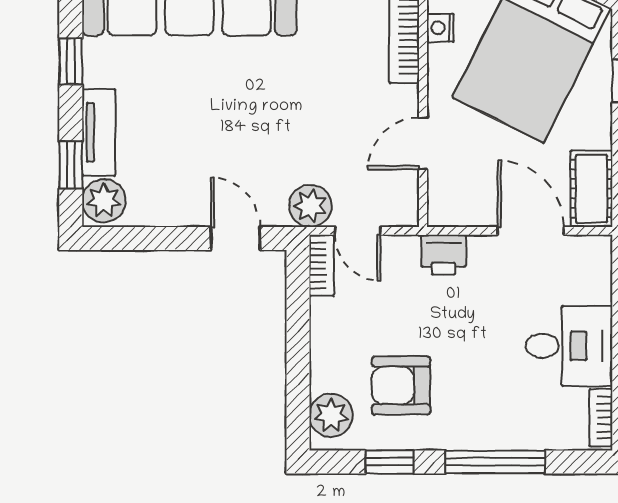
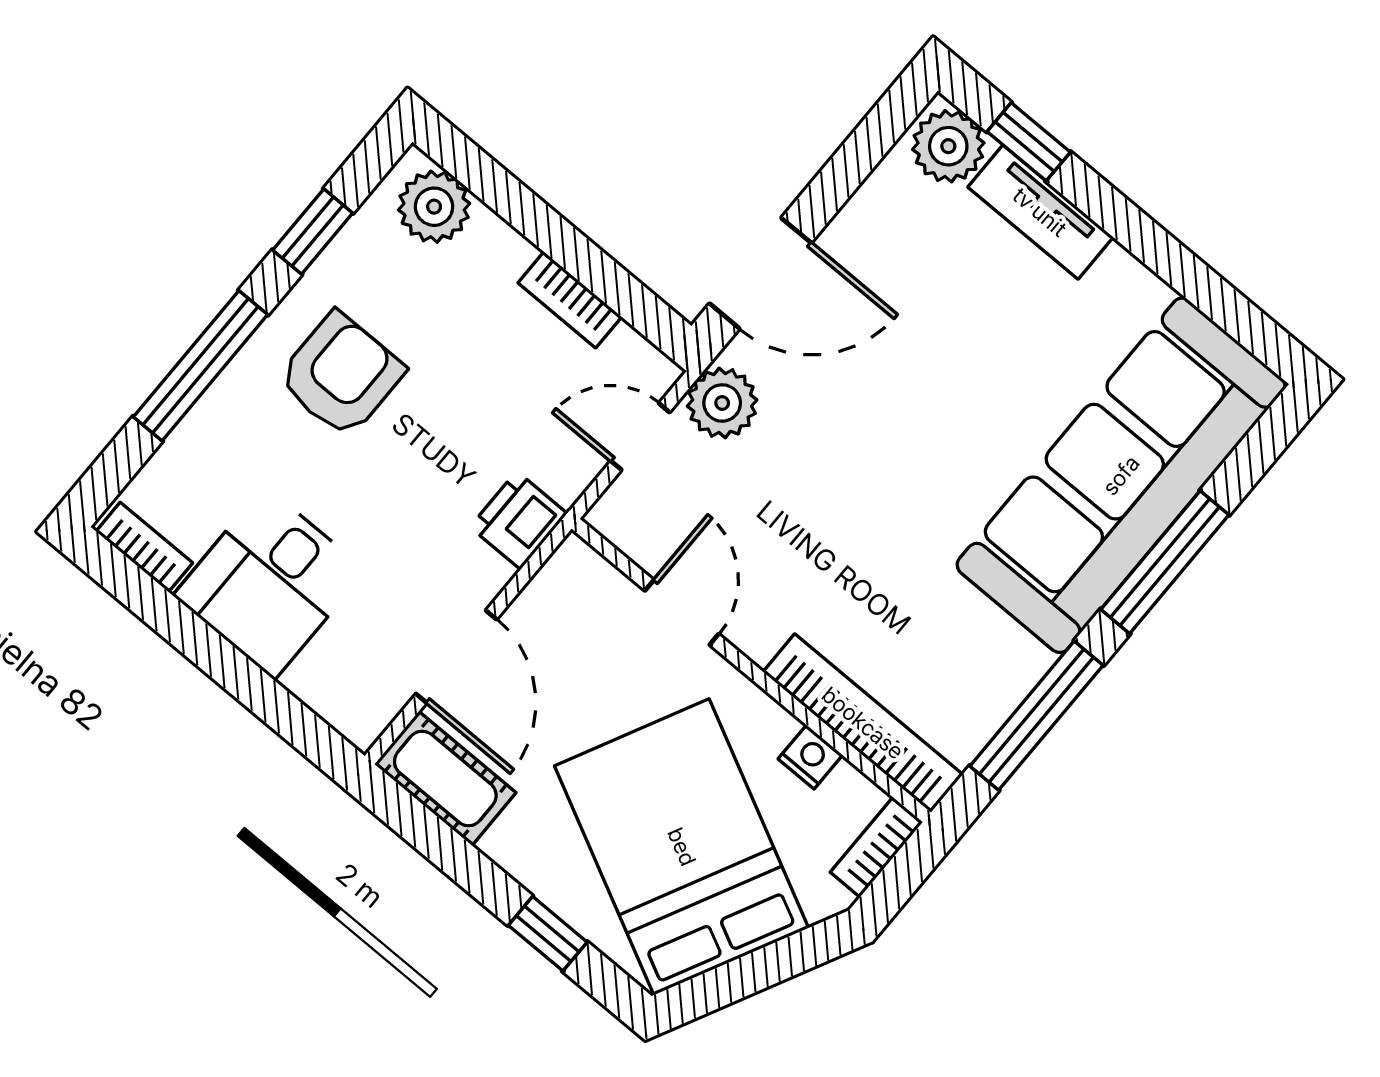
window: (71, 61) -> (1161, 252), removed
door: (531, 231) -> (456, 657), hinge flipped
door: (235, 238) -> (760, 273), width x1.38
bookcase: (322, 265) -> (570, 300), moved
armchair: (401, 385) -> (341, 375), moved

